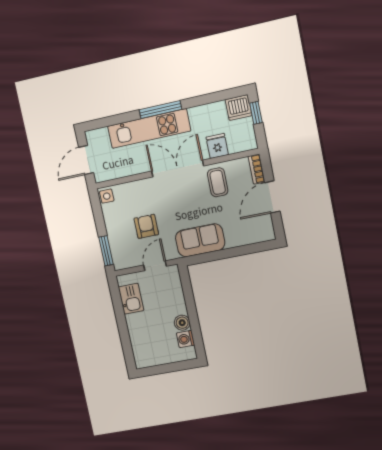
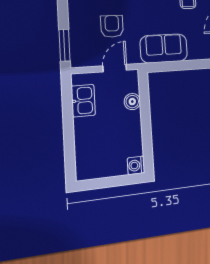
boiler: (182, 323) -> (132, 102), moved
washing machine: (185, 339) -> (136, 165), moved

